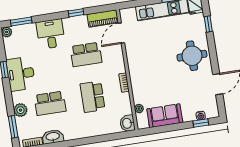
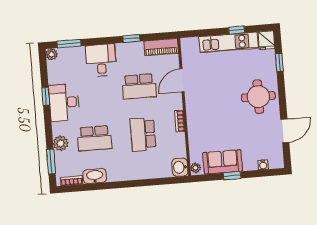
door: (121, 33) -> (182, 80), moved
plant: (139, 109) -> (196, 168), moved
window: (201, 123) -> (232, 176), moved

